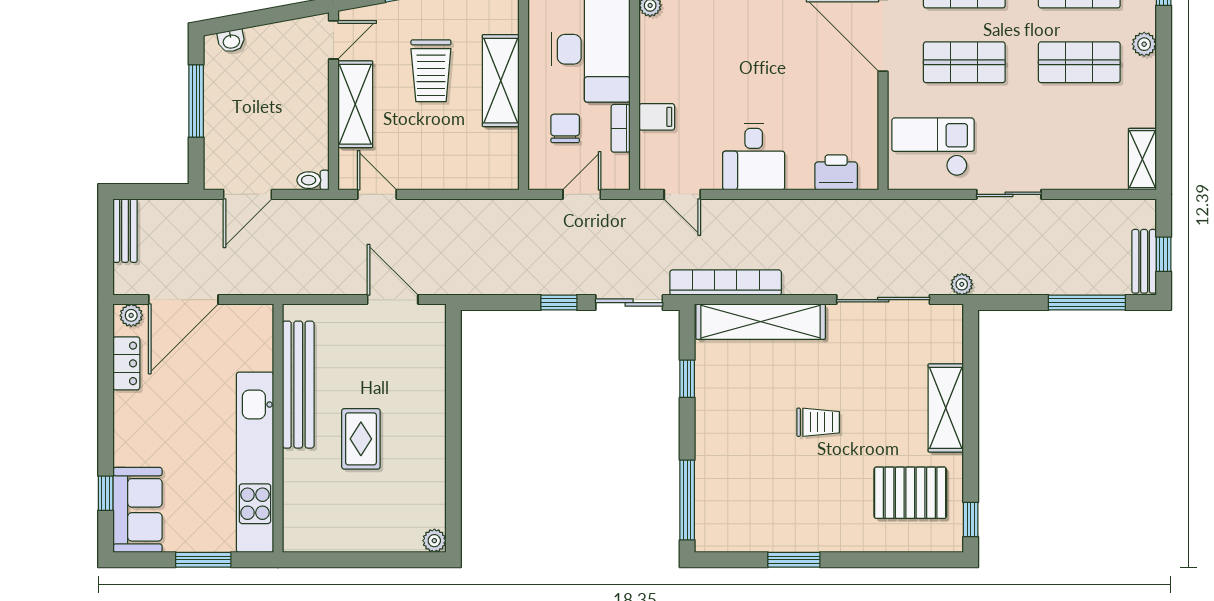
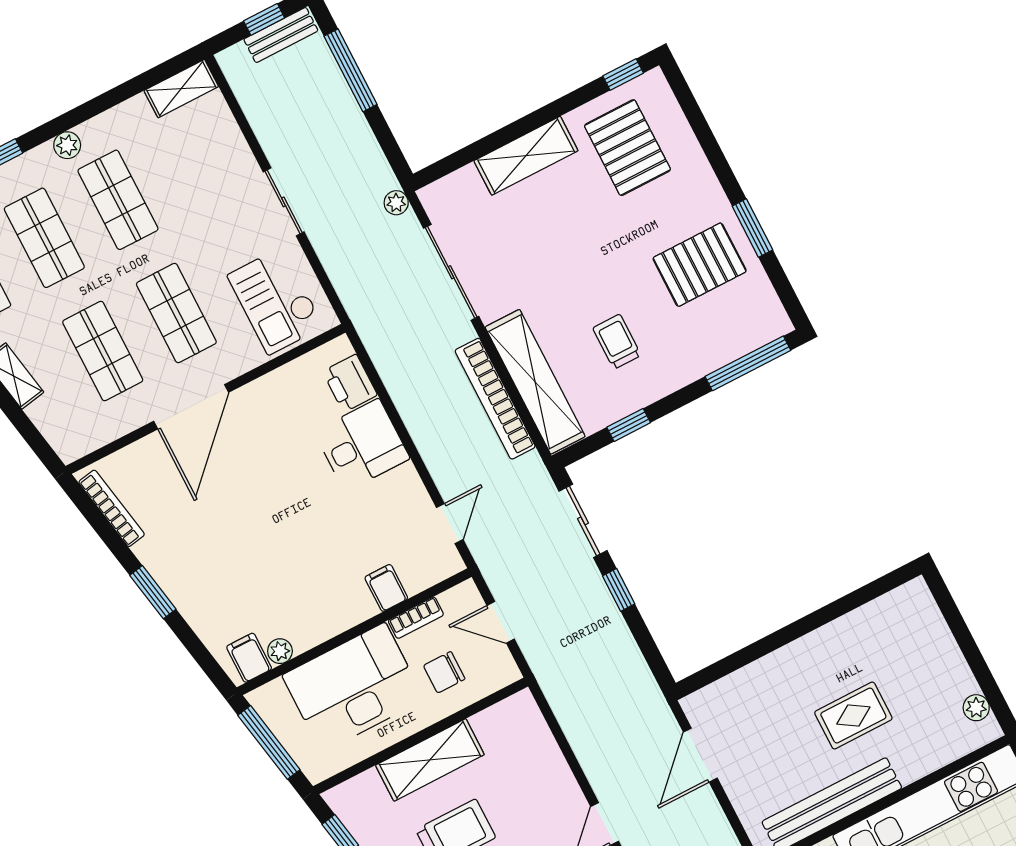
desk: (754, 156) -> (362, 445), moved
bookcase: (726, 283) -> (495, 399), moved
trolley: (818, 422) -> (617, 342), moved
pallet: (786, 502) -> (700, 265), added
plant: (434, 541) -> (976, 708), moved

